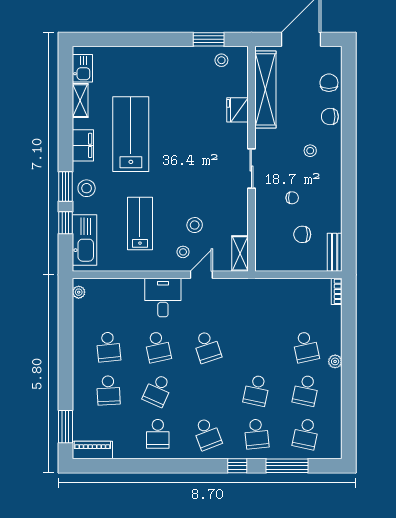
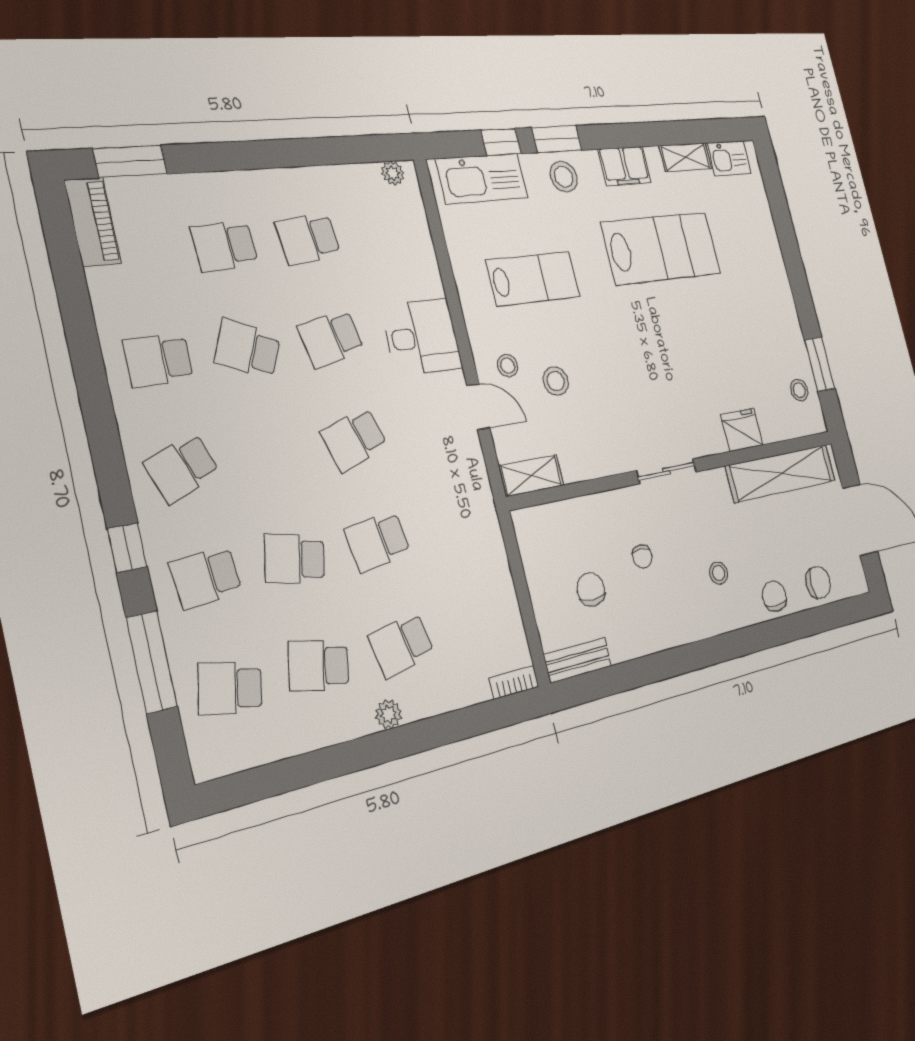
school desk: (256, 347) -> (378, 541), added

